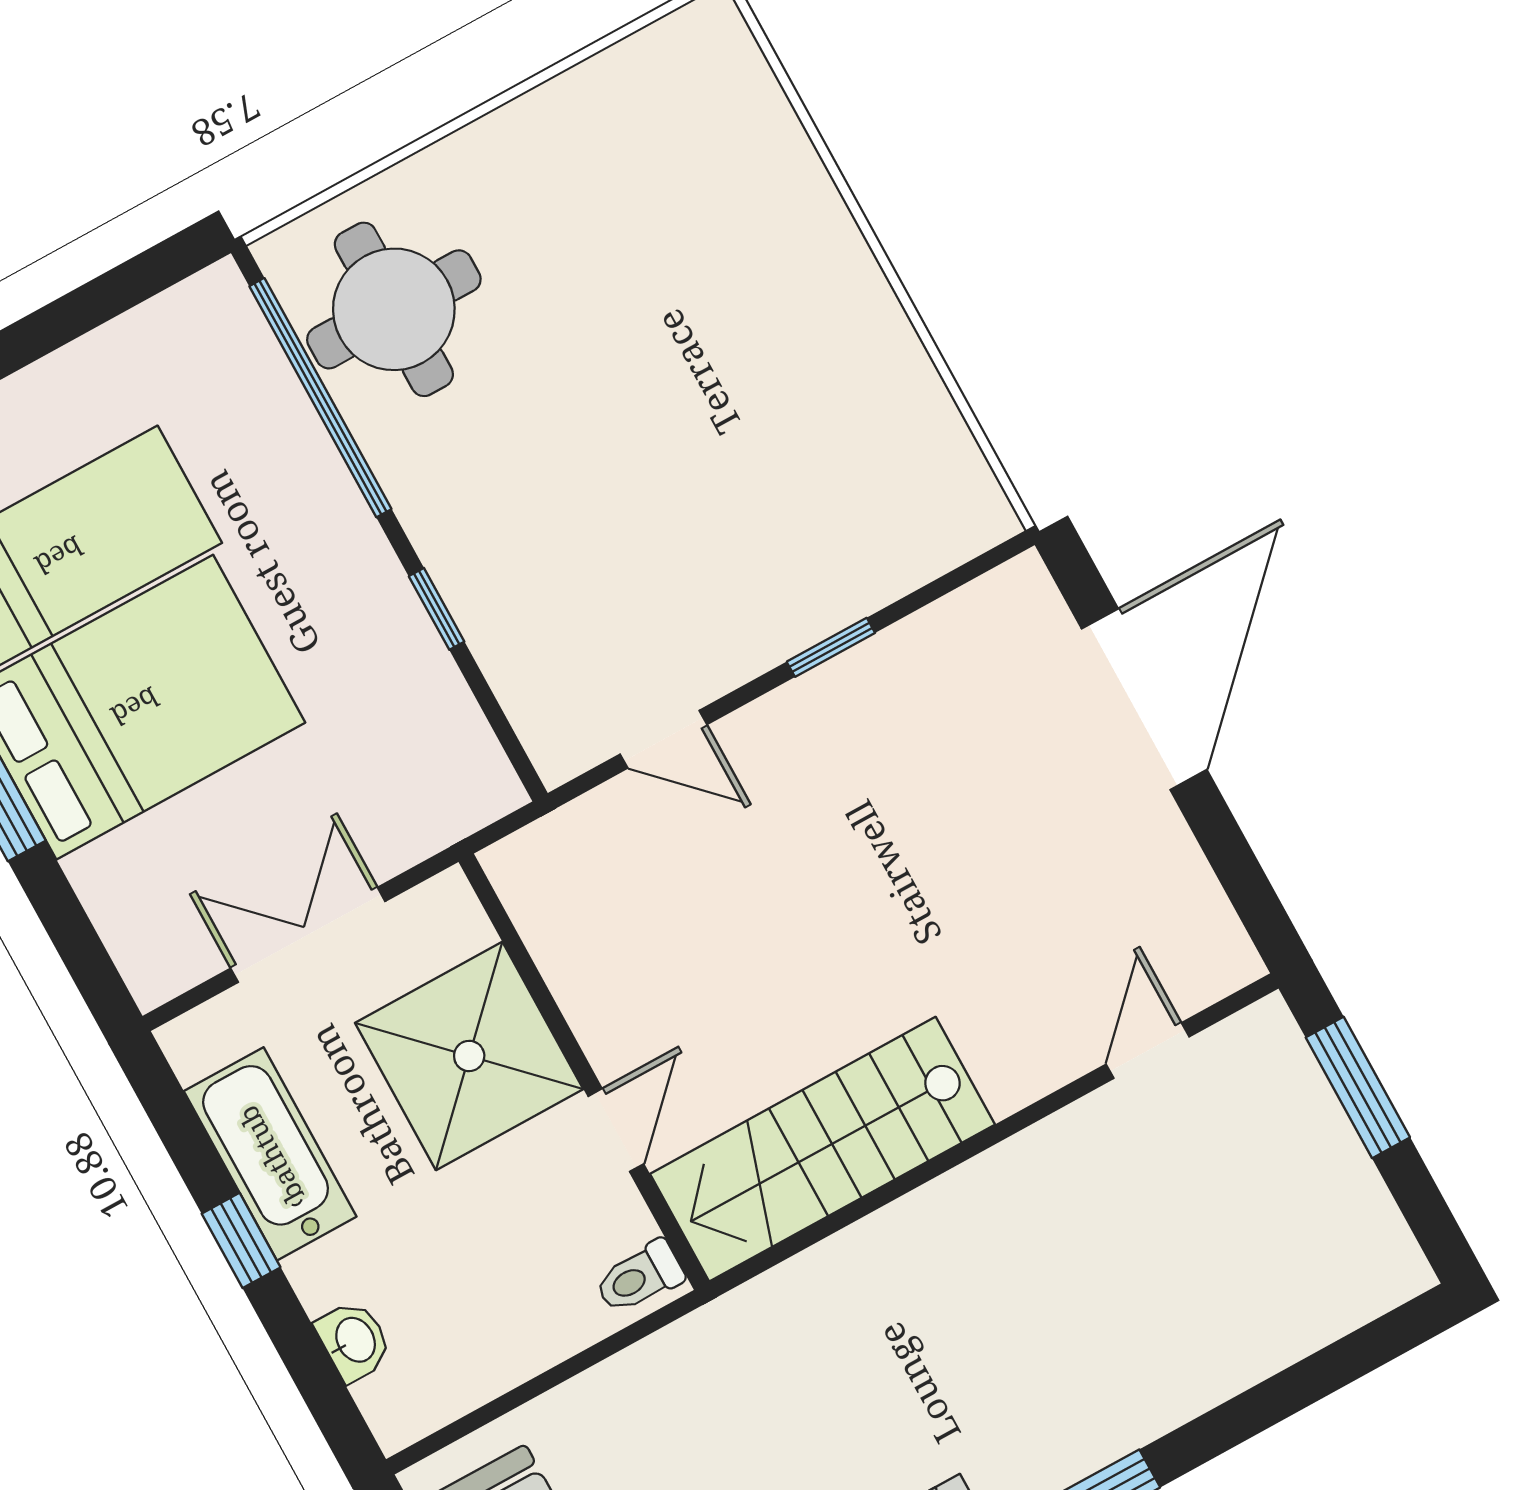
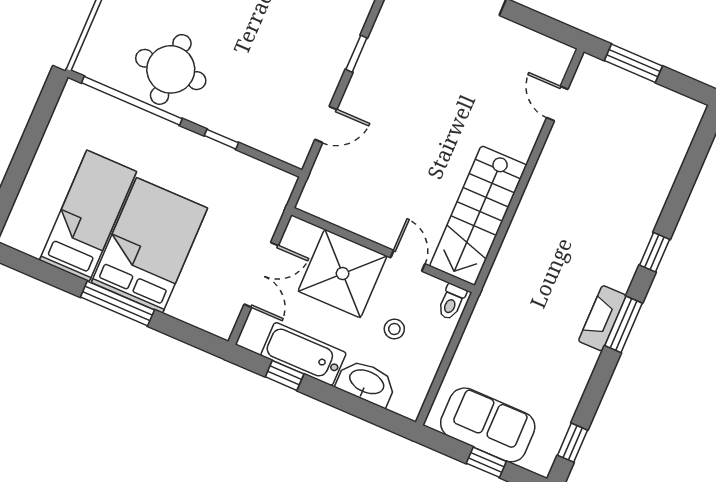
round table: (394, 309) -> (171, 69), moved
double door: (308, 935) -> (261, 275), swing flipped
window: (241, 1240) -> (285, 375), moved
stool: (486, 1243) -> (394, 329), added
washbasin: (354, 1341) -> (366, 383), width x1.91, depth x1.45

